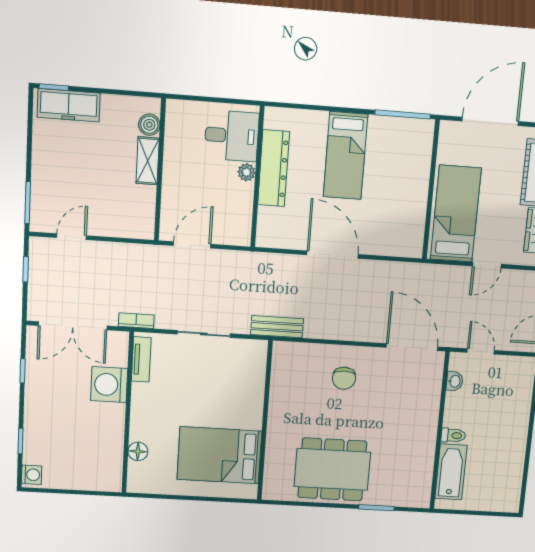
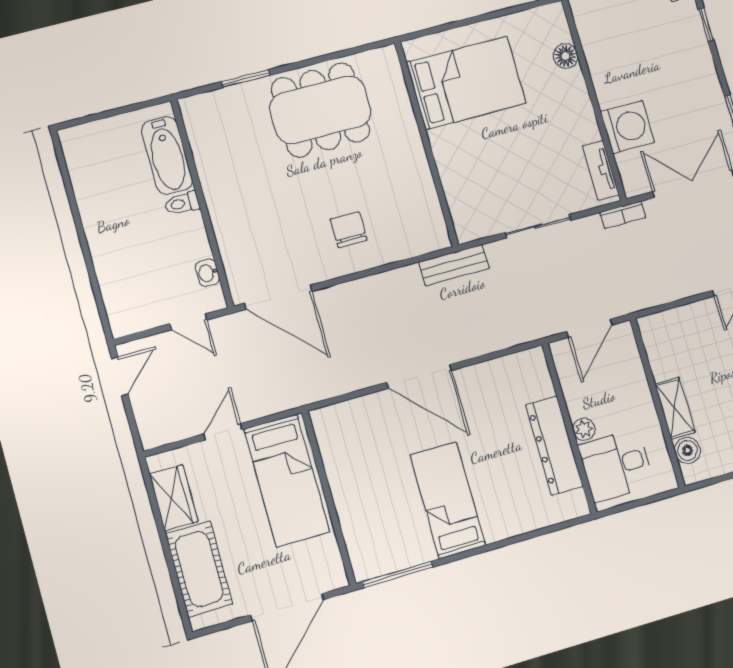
desk: (232, 136) -> (616, 465), moved
dresser: (274, 168) -> (554, 446), moved
plant: (246, 172) -> (584, 429), moved
wall: (257, 177) -> (569, 428), moved

